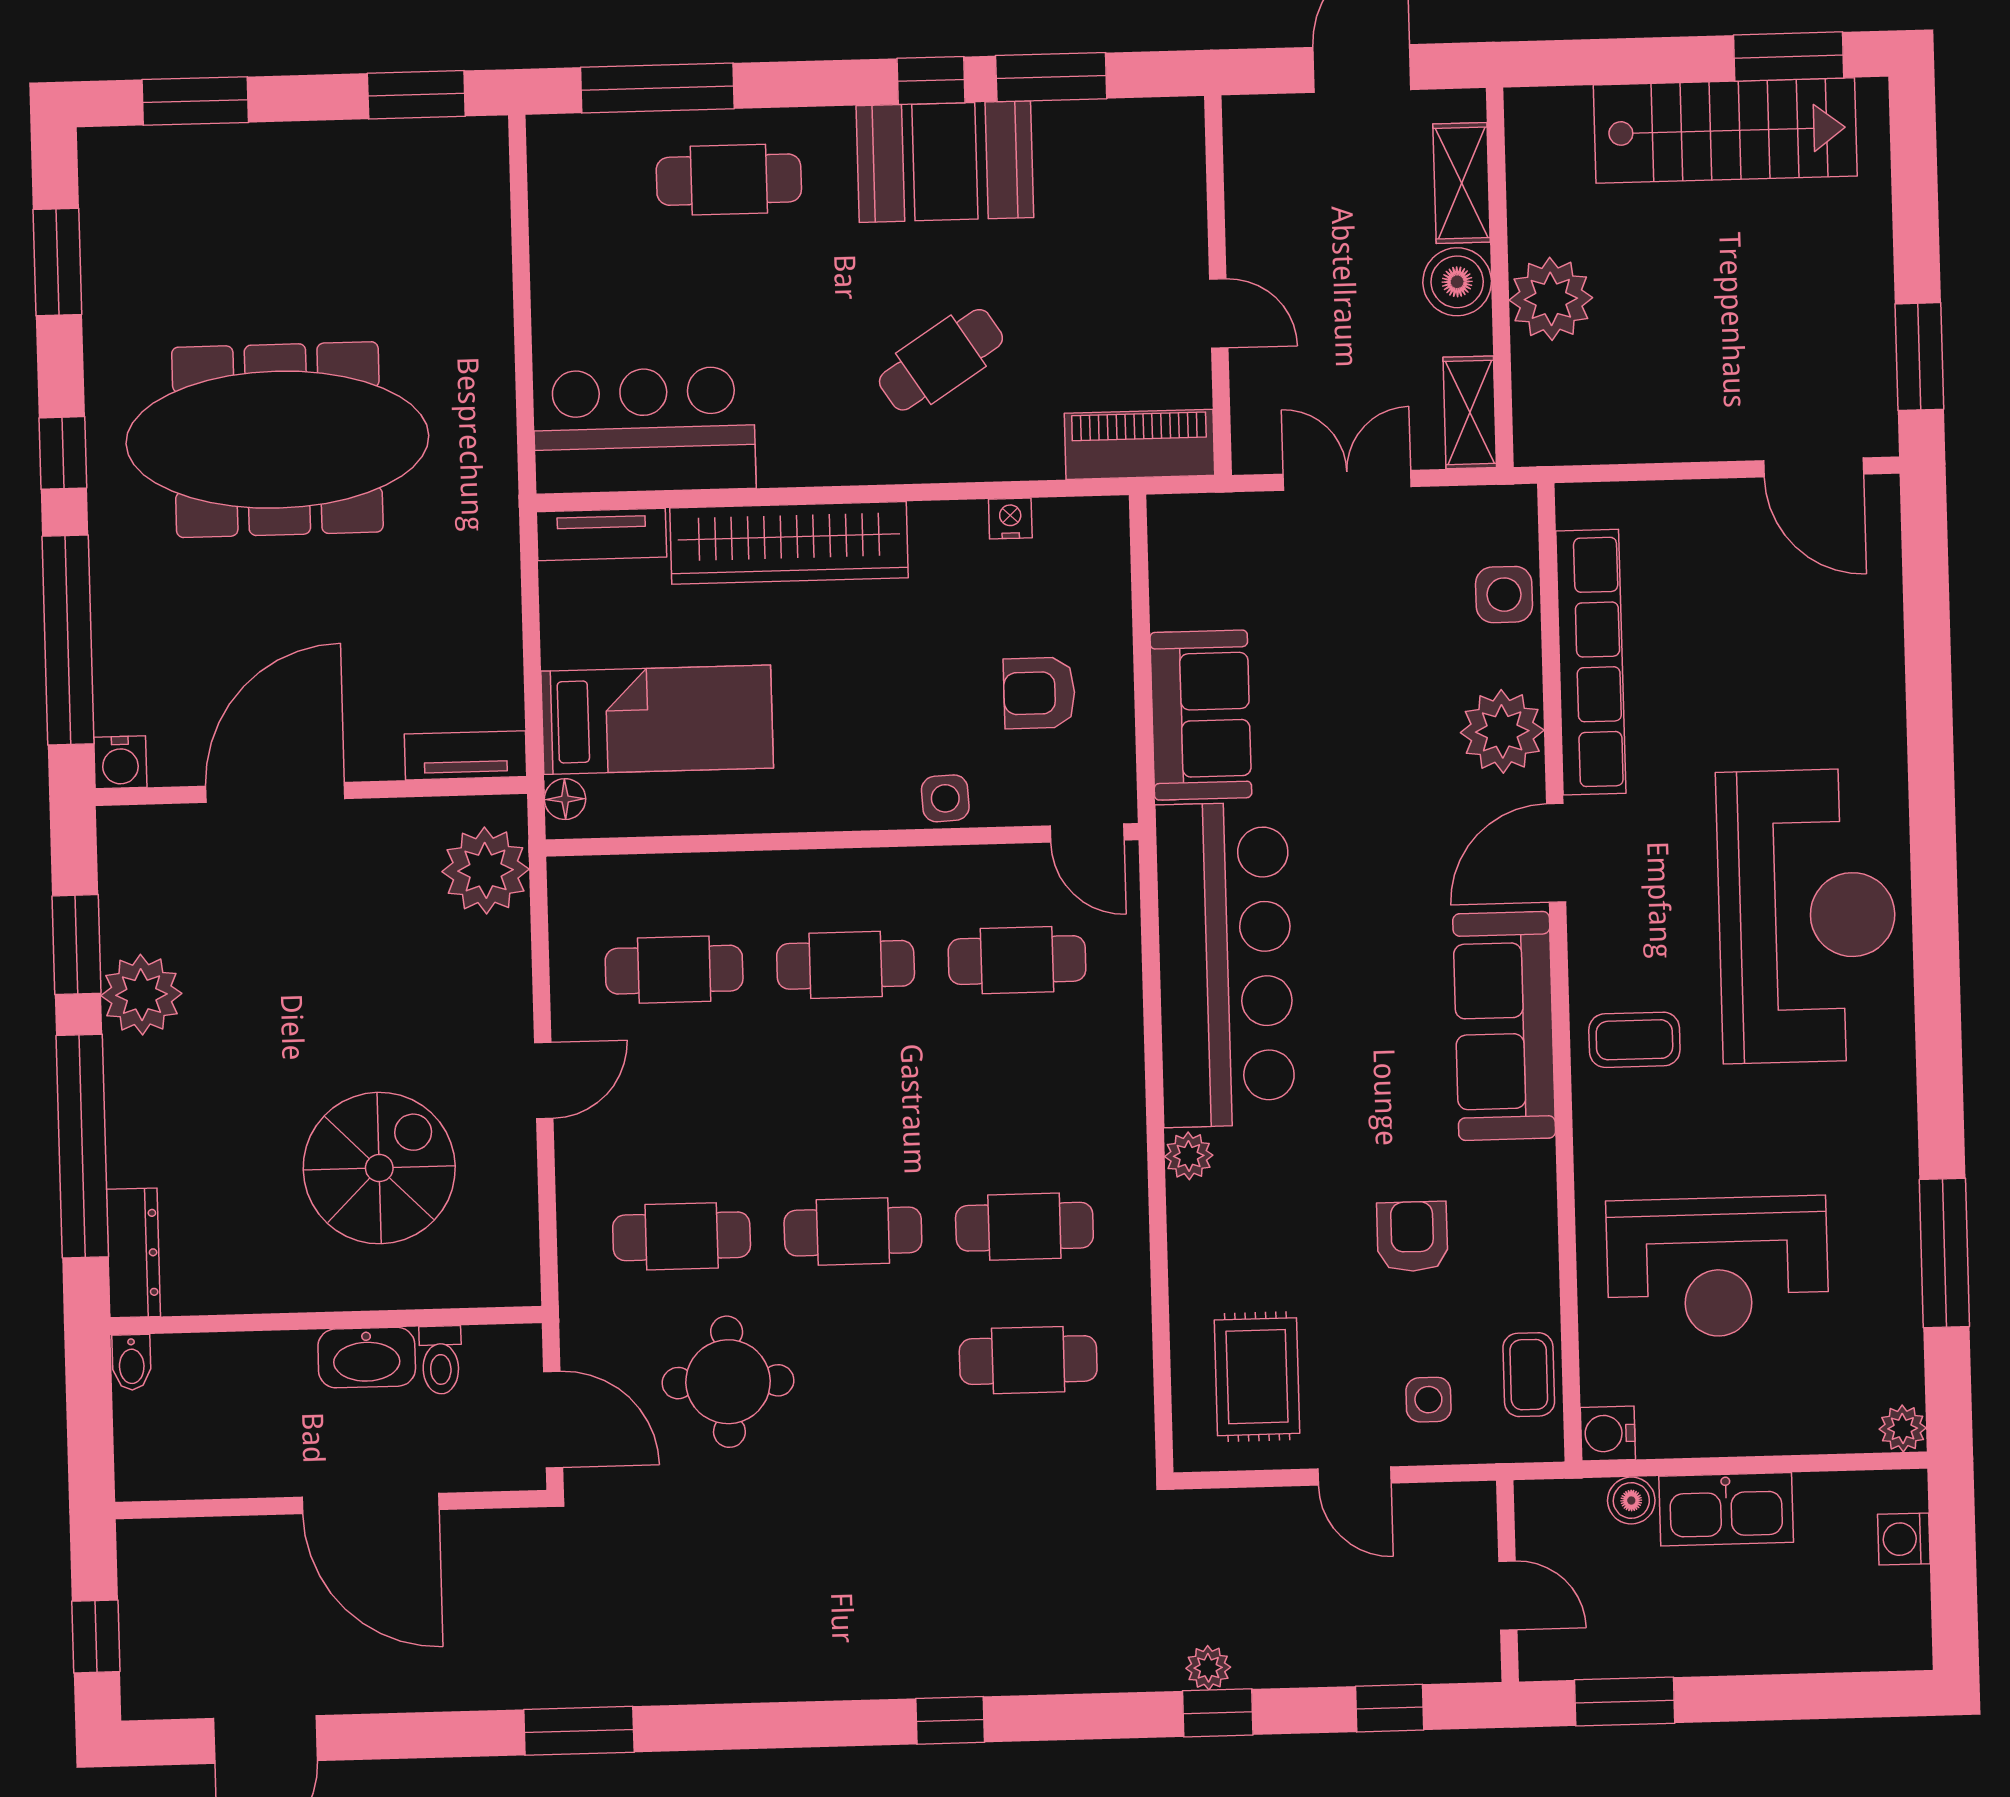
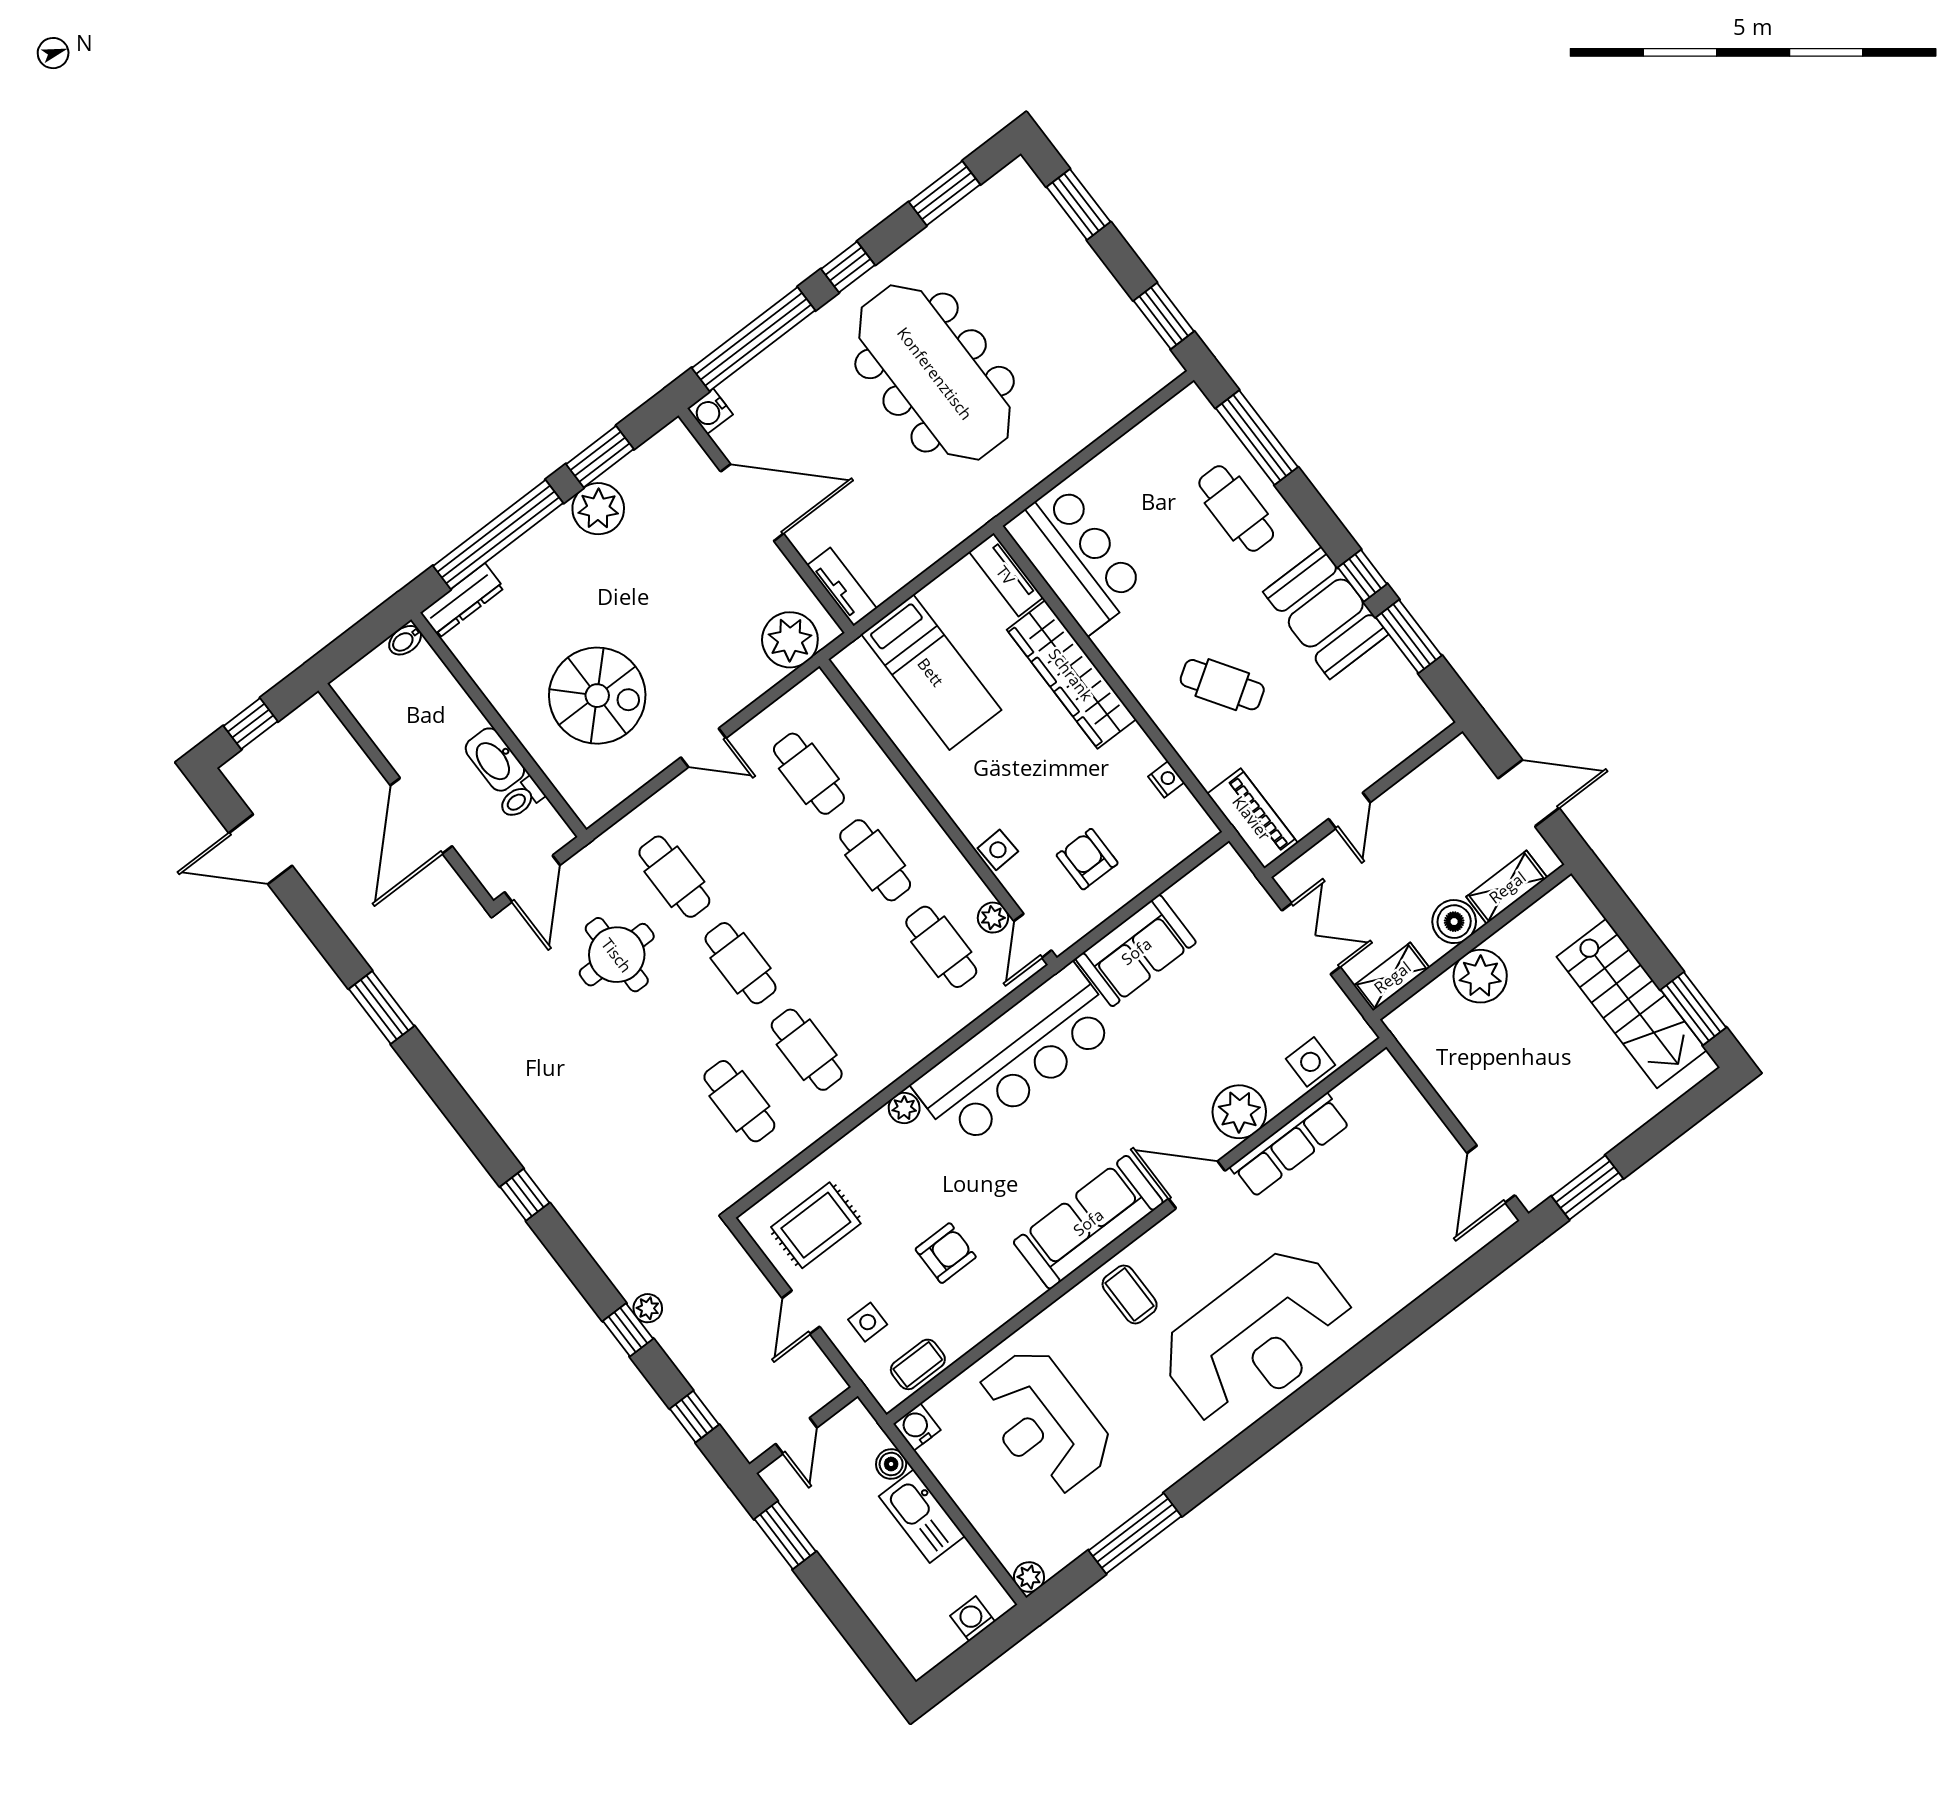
row of seats: (1591, 662) -> (1290, 1145), width x0.73
floor lamp: (565, 799) -> (856, 654), removed
plant: (1027, 867) -> (993, 918), added

